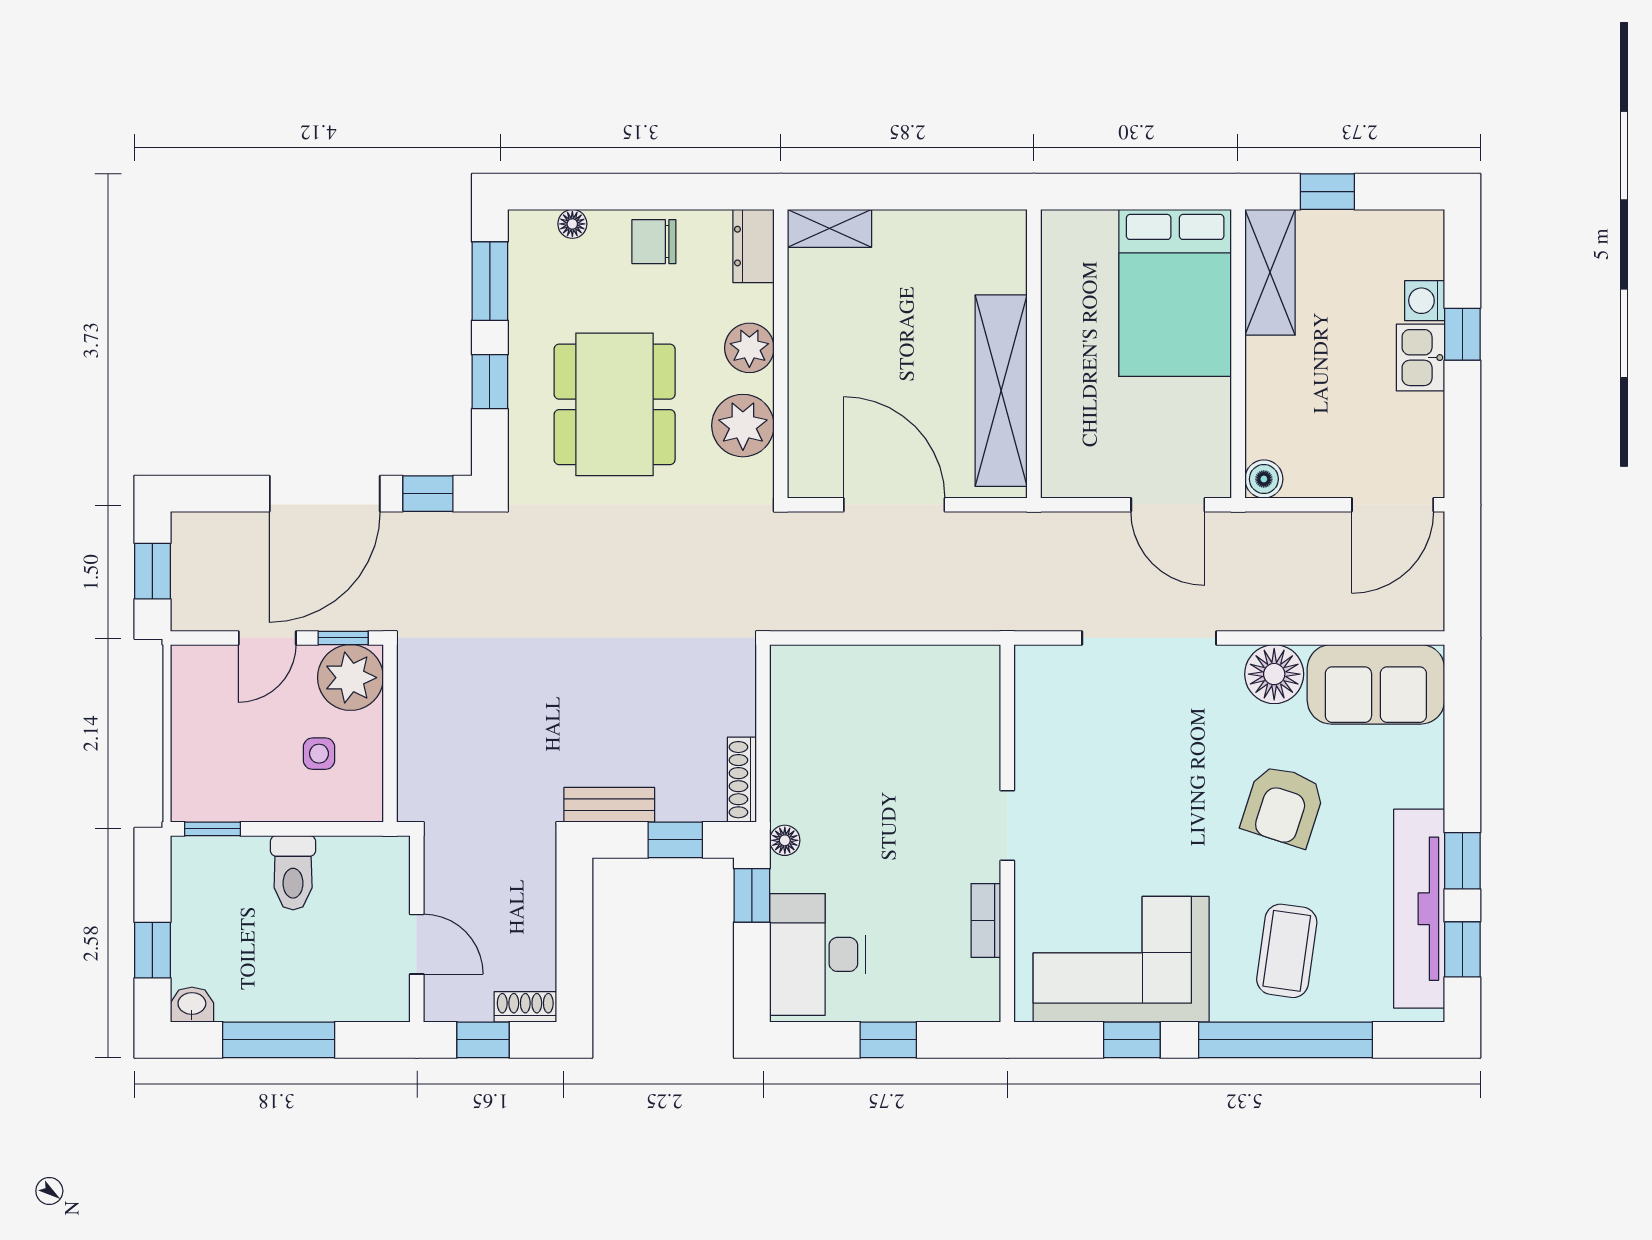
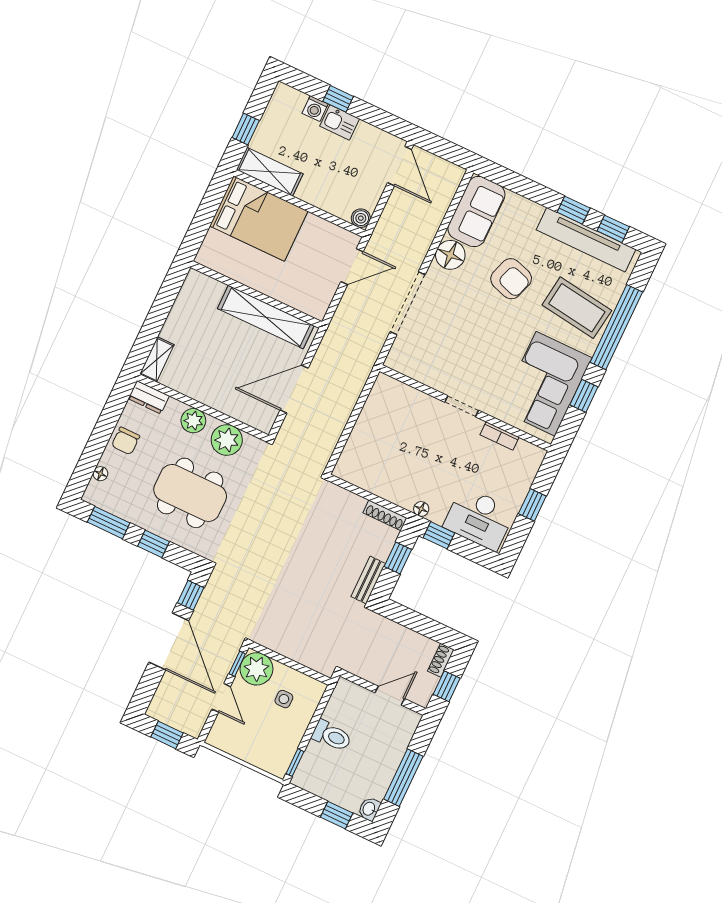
coffee table: (1287, 951) -> (577, 308), width x1.36, depth x1.32

